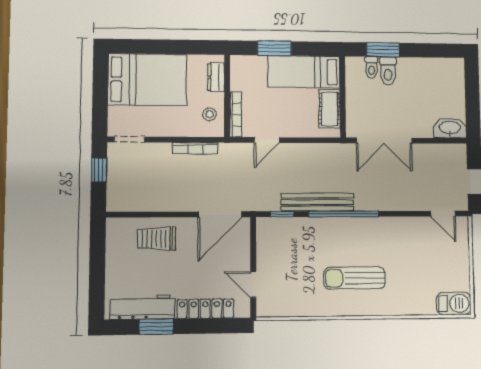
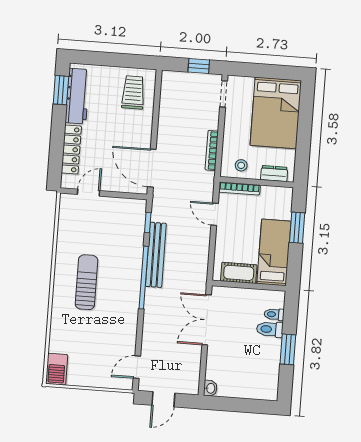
window: (383, 50) -> (288, 349), moved
washbasin: (450, 128) -> (210, 388), width x0.52, depth x0.69
trolley: (157, 239) -> (133, 92), moved
window: (156, 327) -> (61, 90), moved

